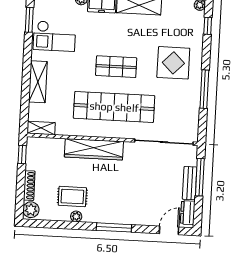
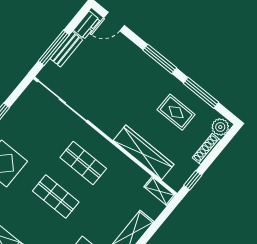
shop shelf: (114, 107) -> (83, 163), width x0.50, depth x0.74
wardrobe: (94, 149) -> (144, 152), moved
plant: (76, 216) -> (185, 93), removed
window: (64, 225) -> (201, 93), added

